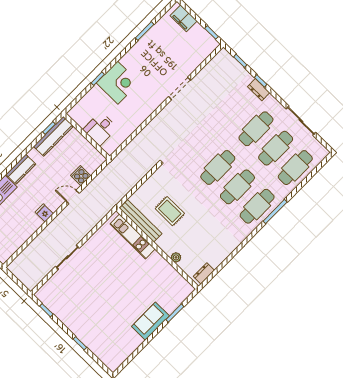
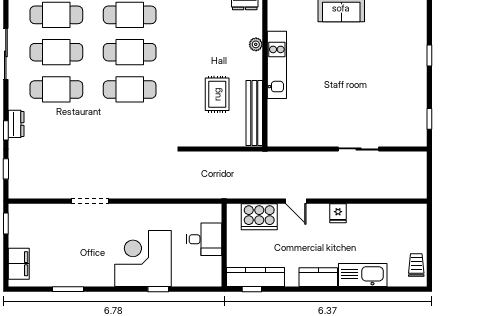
corner desk: (118, 83) -> (143, 258), width x1.36, depth x1.36
cooker: (81, 176) -> (259, 217), width x1.87, depth x1.31
kitchen unit: (133, 236) -> (277, 65), moved

